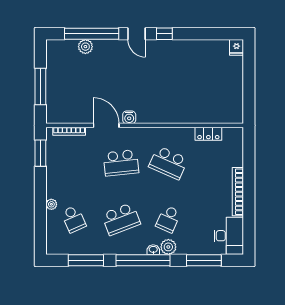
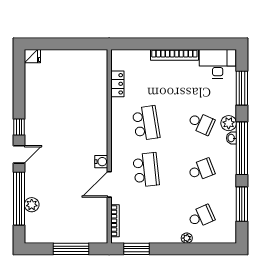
school desk: (168, 163) -> (146, 123), turned -33
school desk: (121, 219) -> (201, 170), width x0.54

